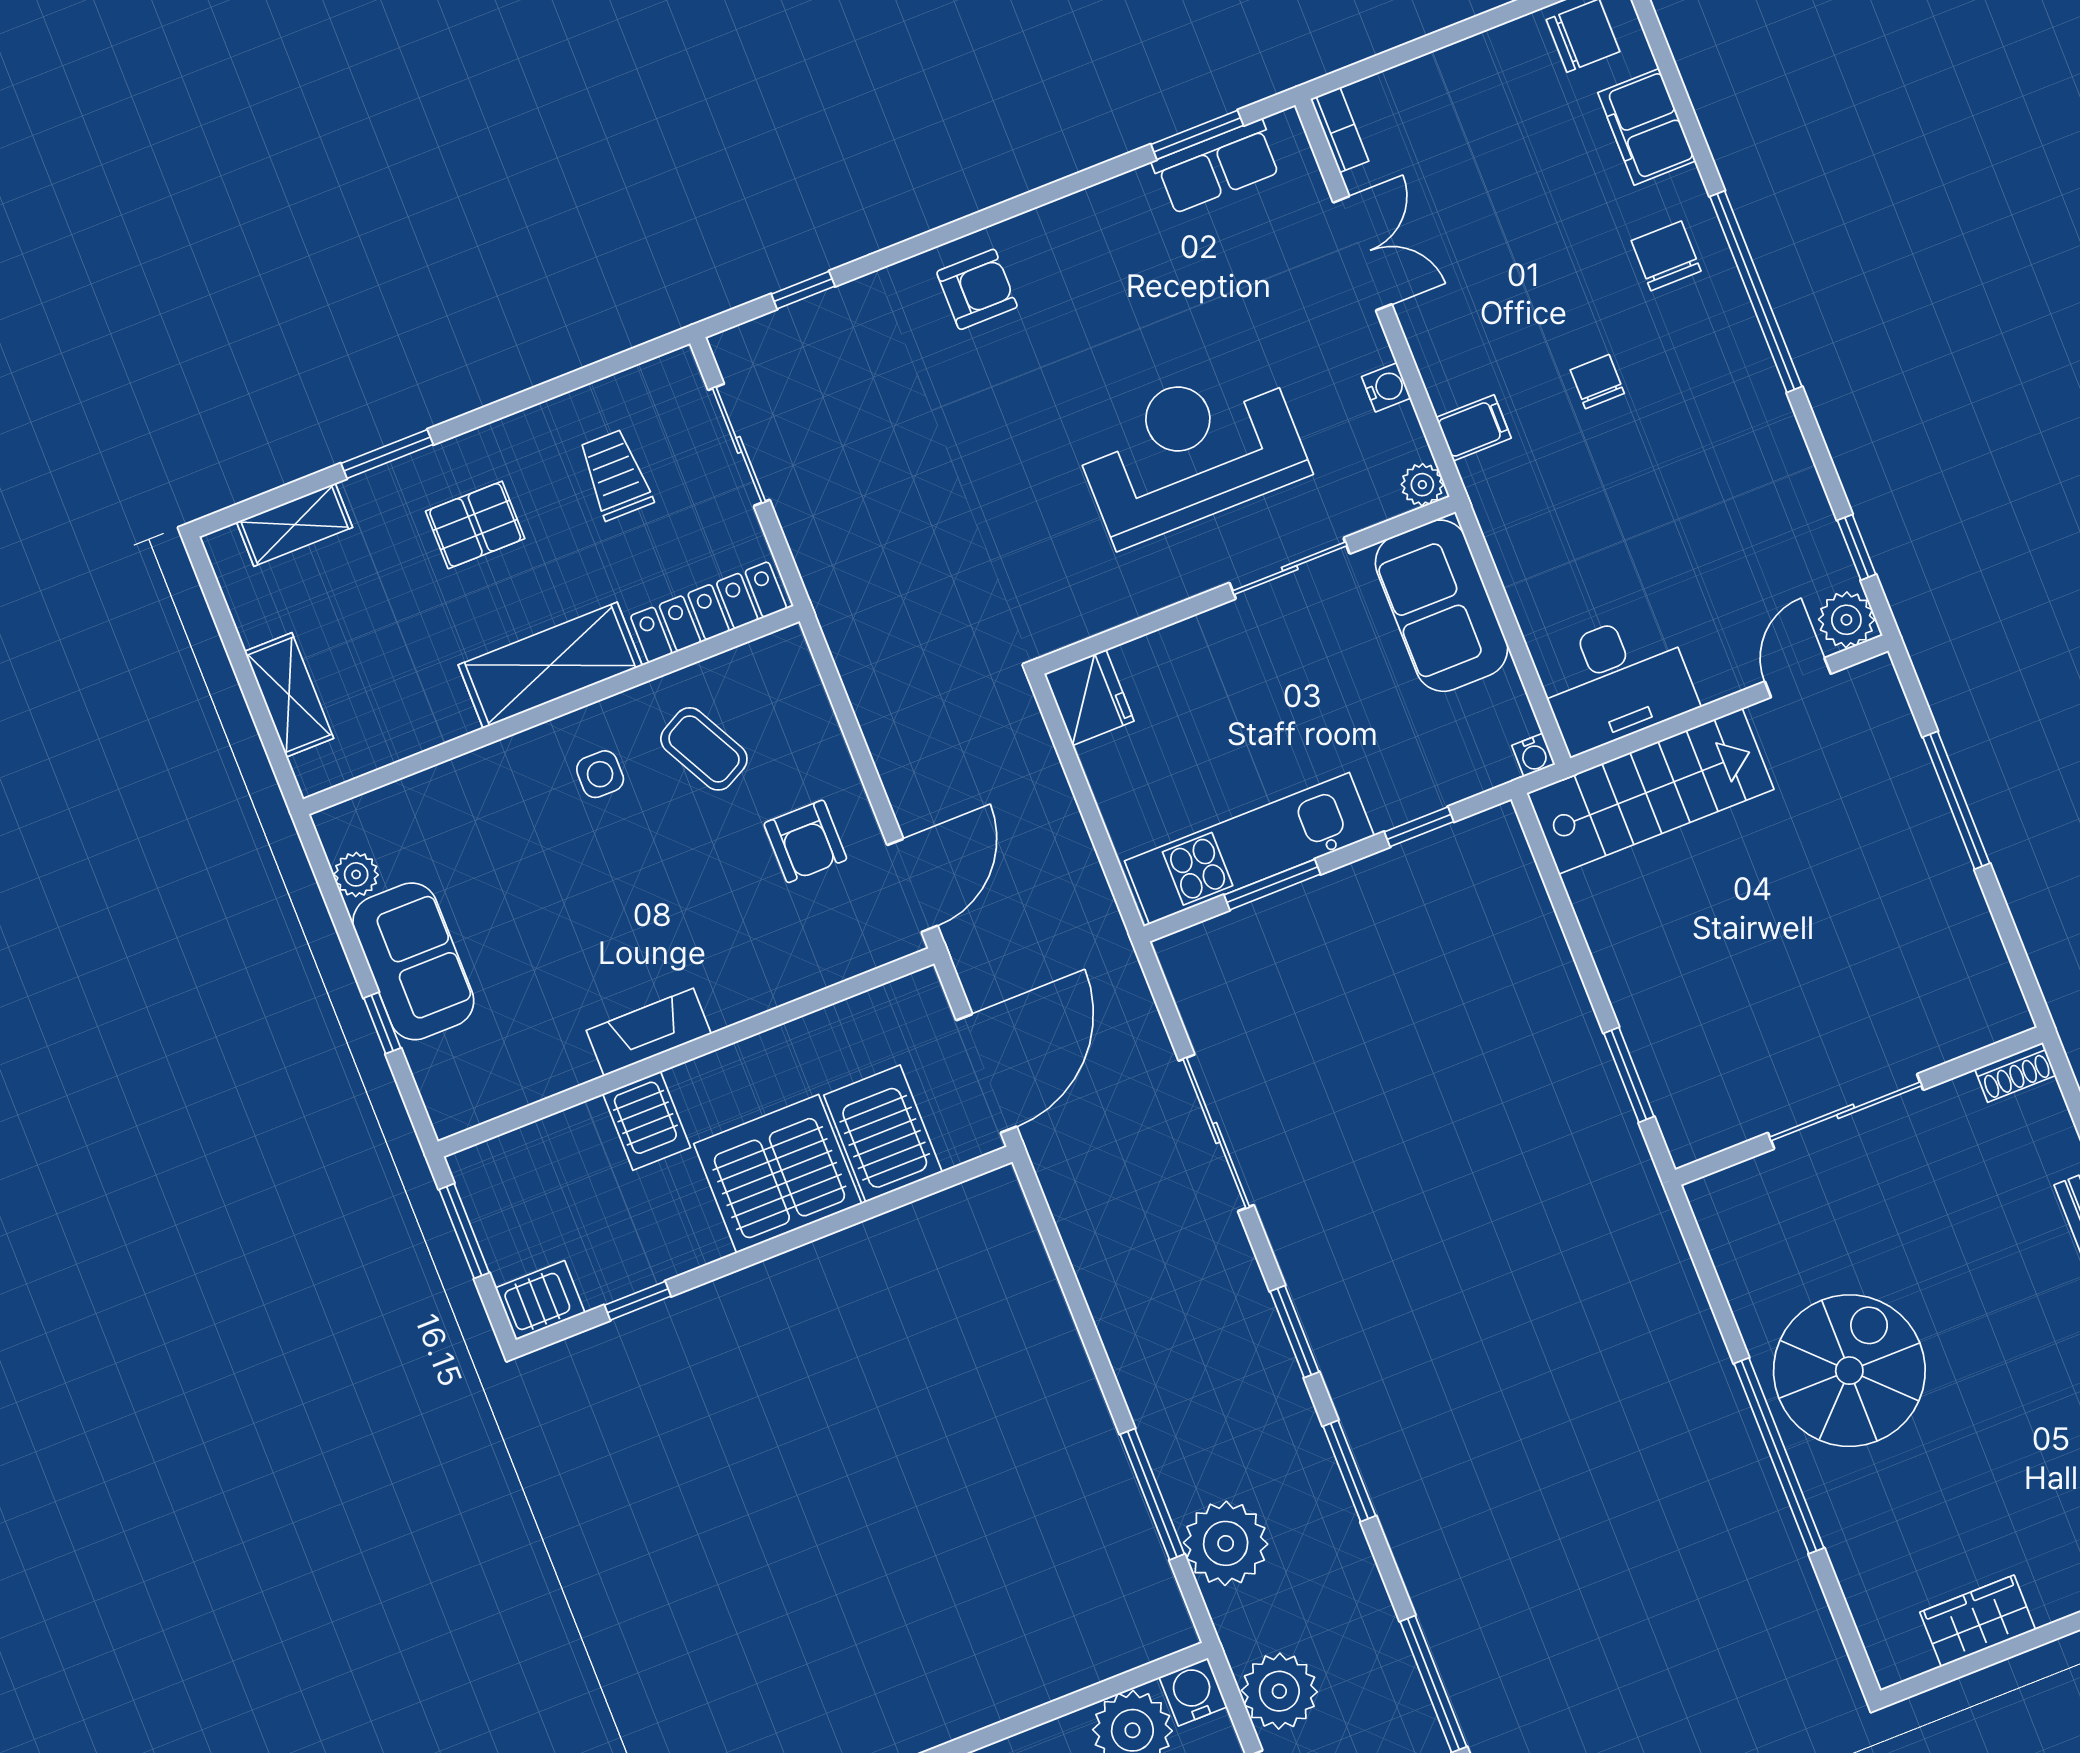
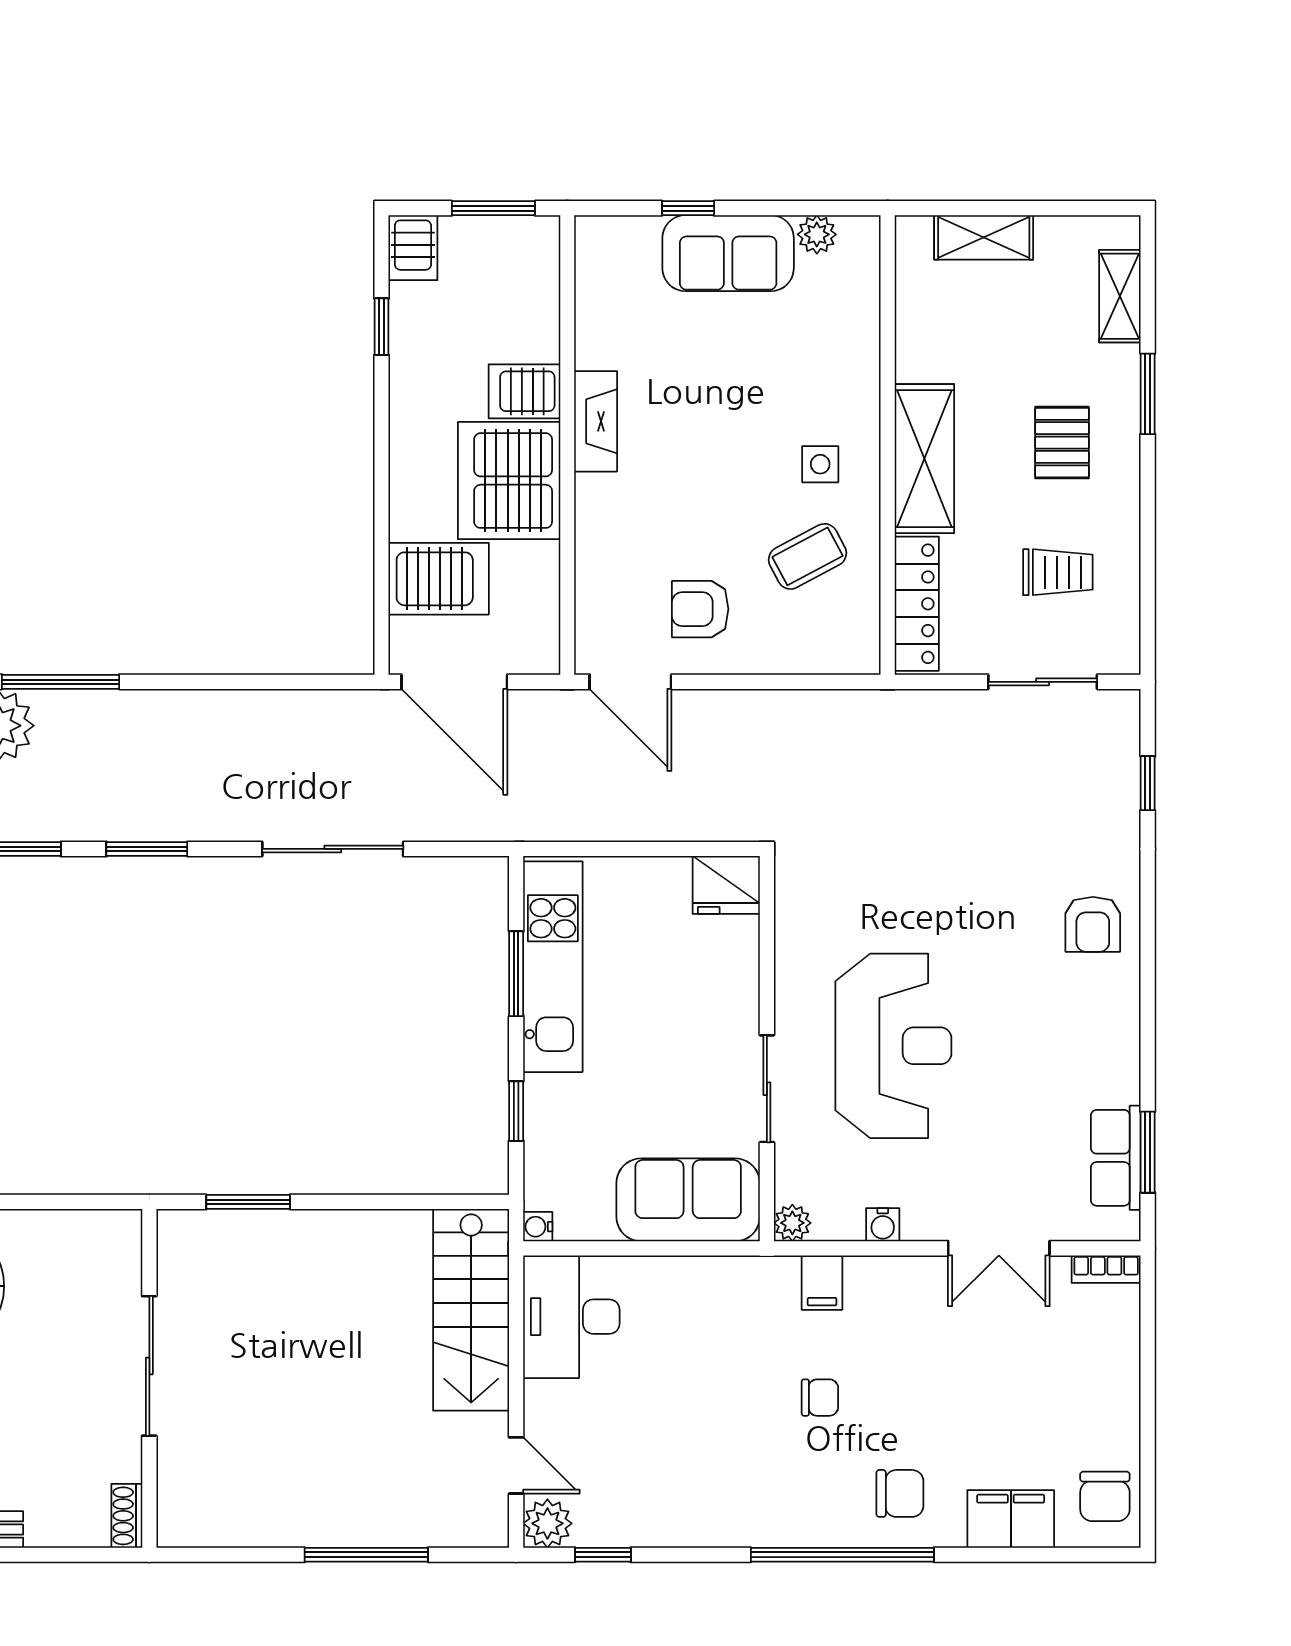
server rack: (778, 1174) -> (509, 481), moved, turned 180

